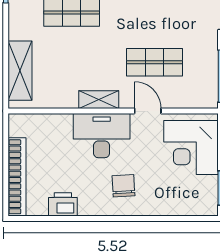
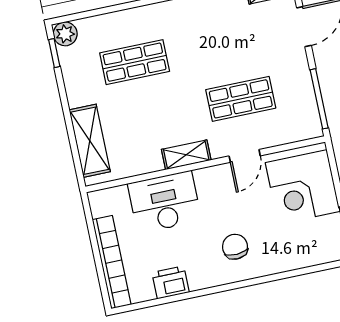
door: (148, 111) -> (245, 156), swing flipped
desk: (102, 136) -> (165, 202), moved

